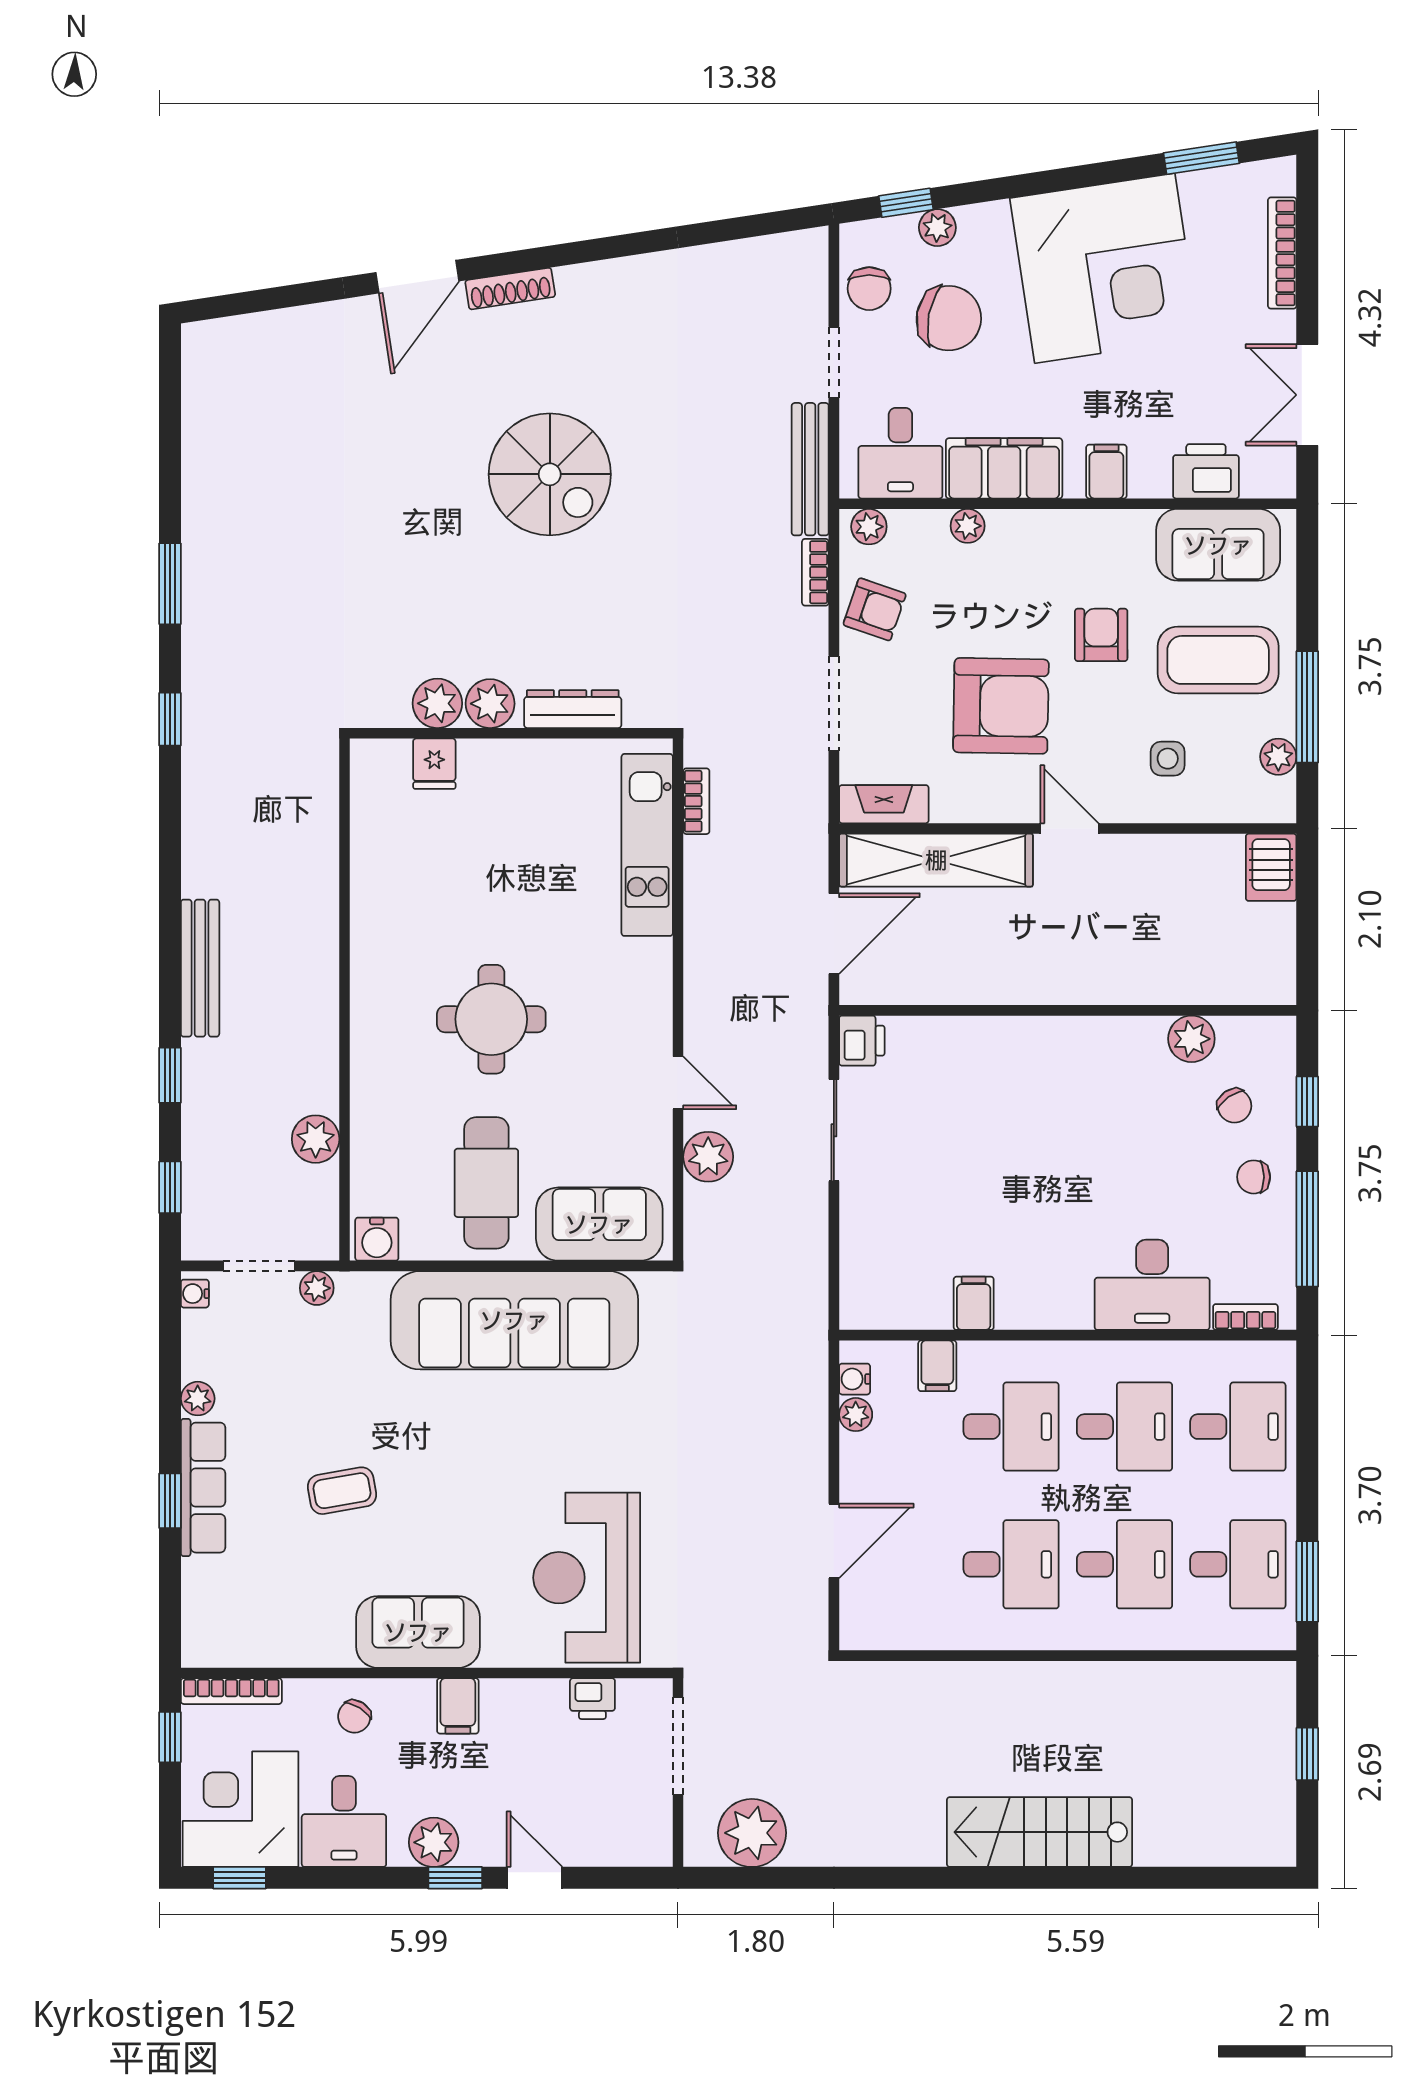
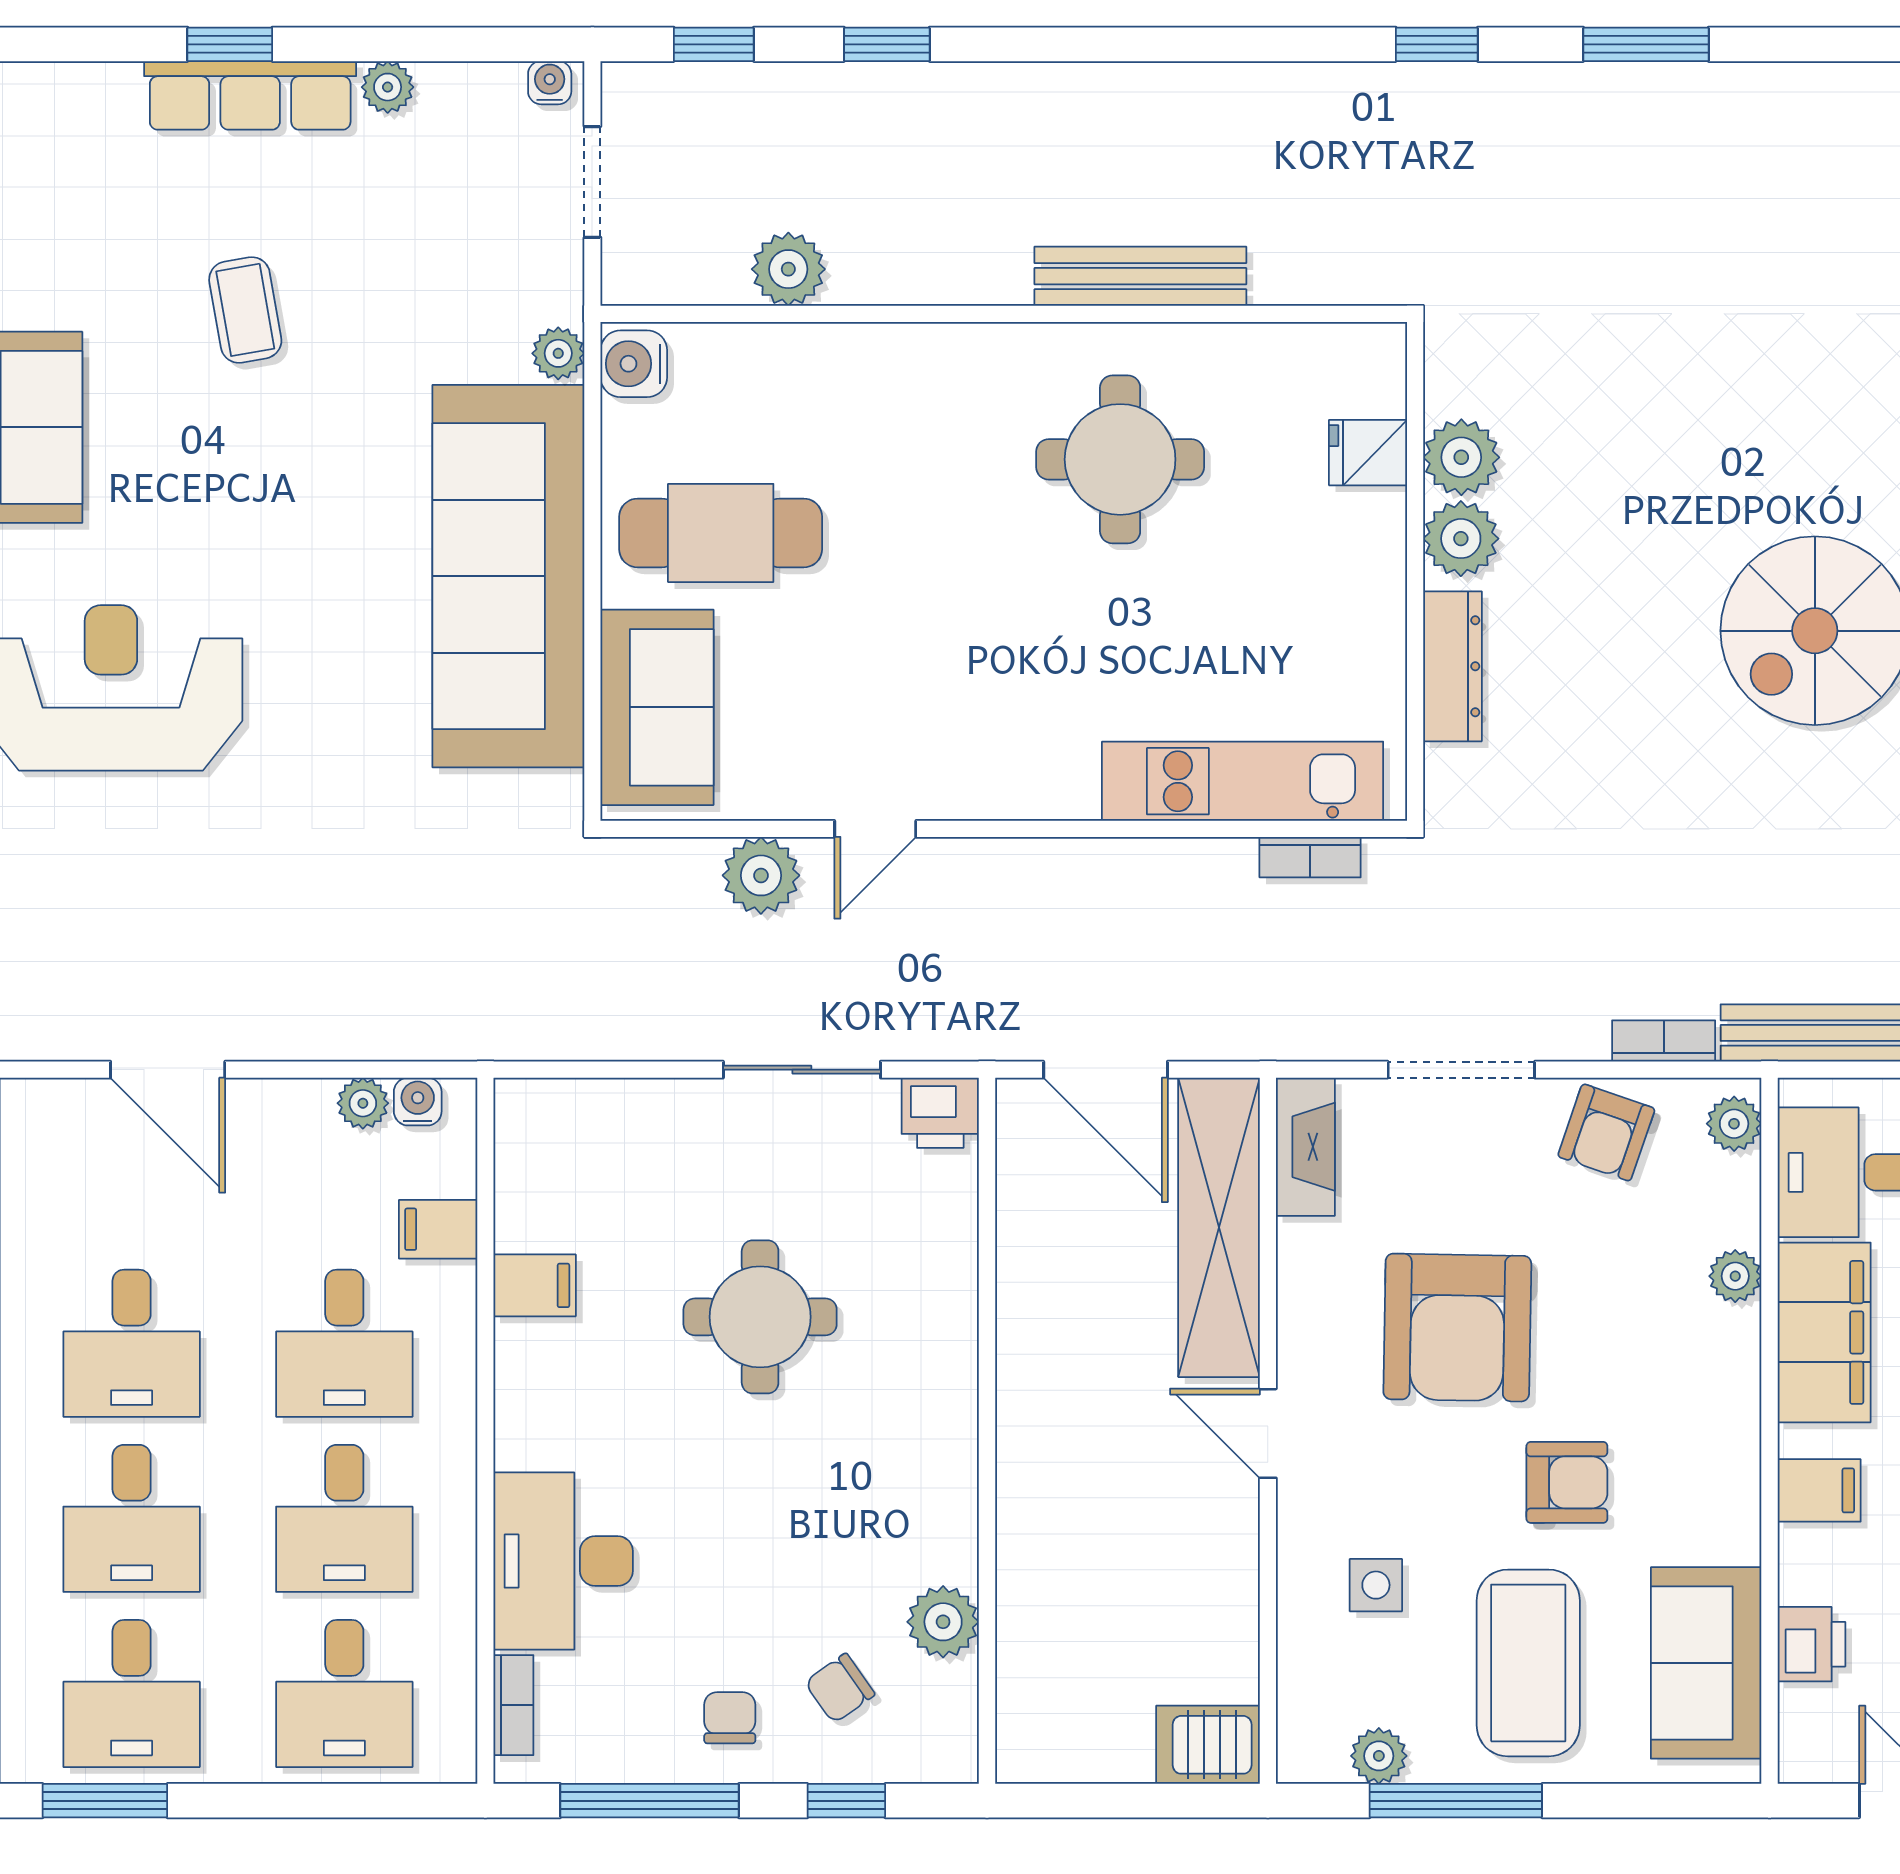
printer: (1206, 471) -> (1811, 1644), width x0.73, depth x0.81
door: (1069, 829) -> (1268, 1433), swing flipped
bench: (200, 968) -> (1140, 276), moved
round table: (491, 1019) -> (1120, 459), moved
round table: (994, 1157) -> (760, 1317), added
plant: (317, 1288) -> (558, 353), moved

